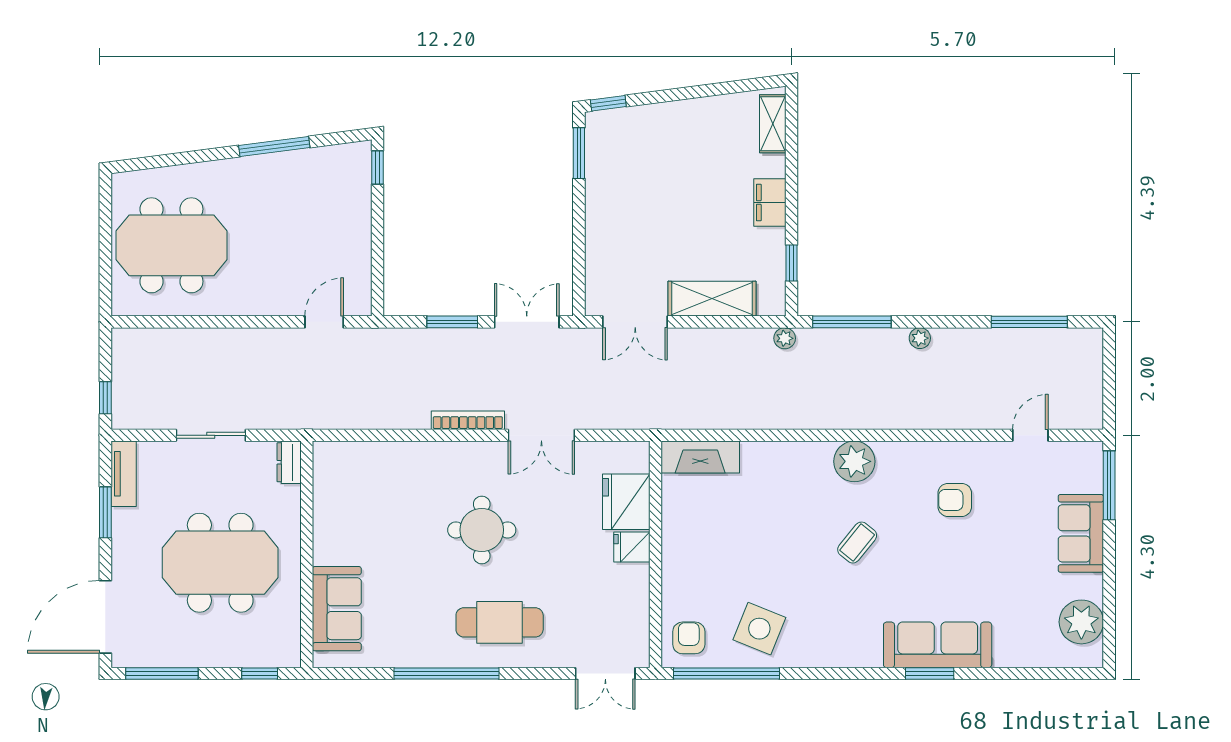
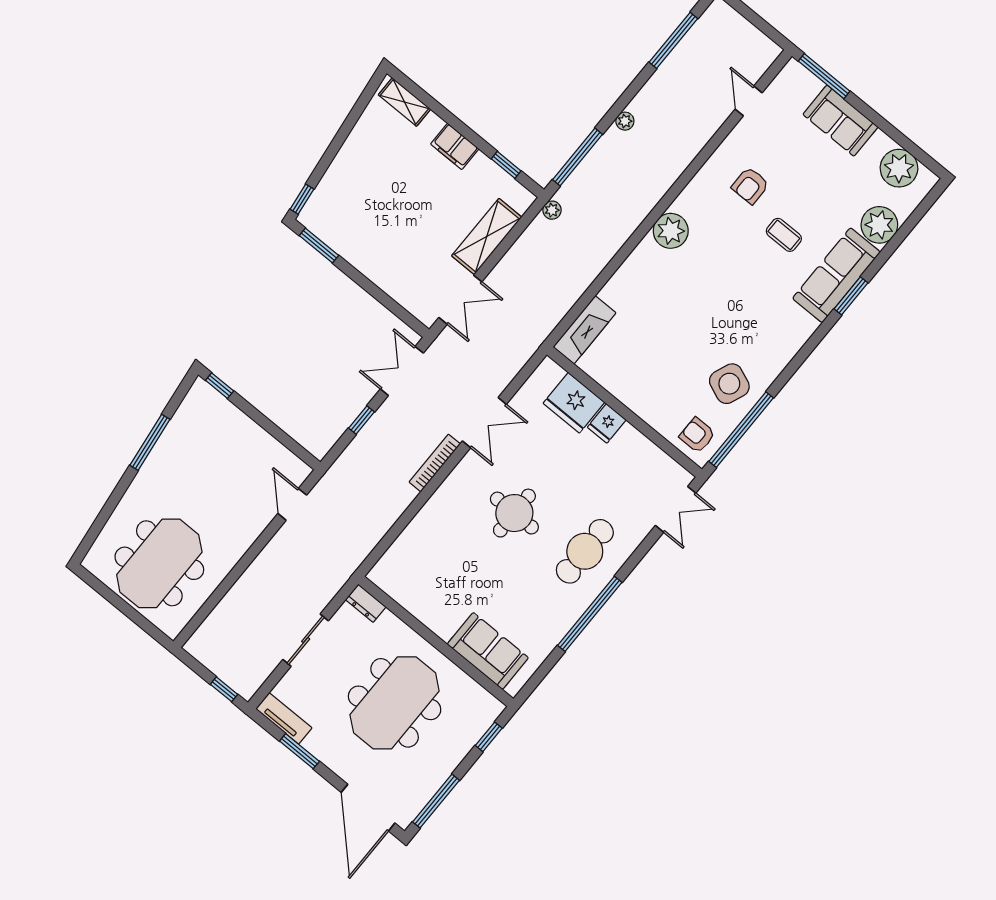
window: (452, 322) -> (362, 420), width x0.67
coffee table: (857, 543) -> (784, 235), moved, turned -39
plant: (1015, 646) -> (879, 225), added

